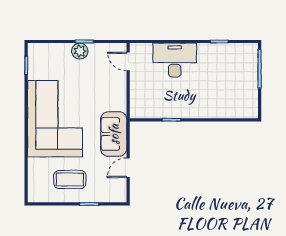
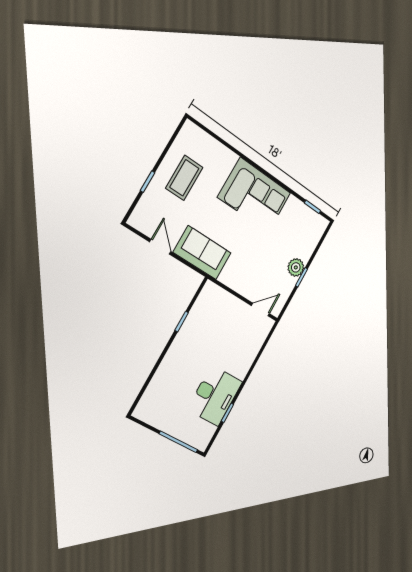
desk: (175, 60) -> (215, 396), moved
corner sofa: (55, 119) -> (254, 195), width x0.73, depth x0.74

